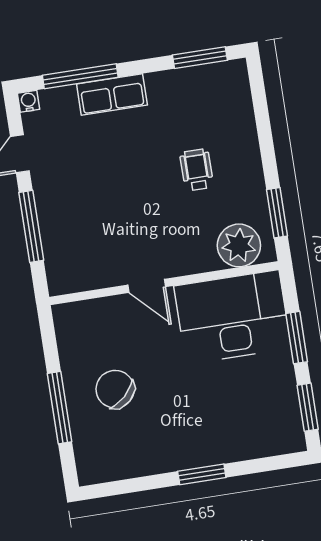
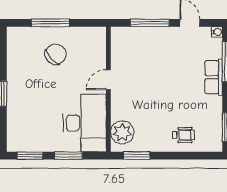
wheelchair: (197, 170) -> (183, 135), moved

